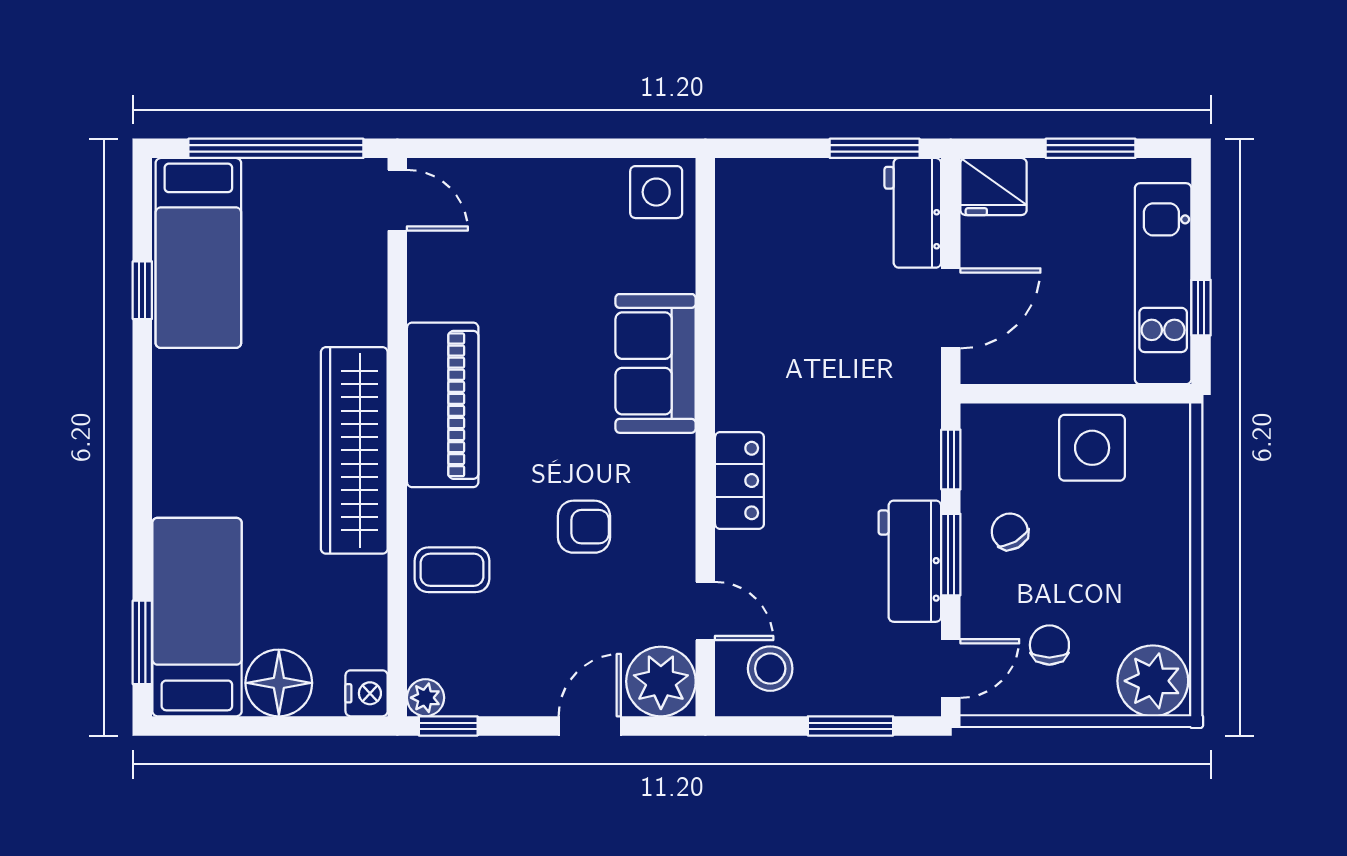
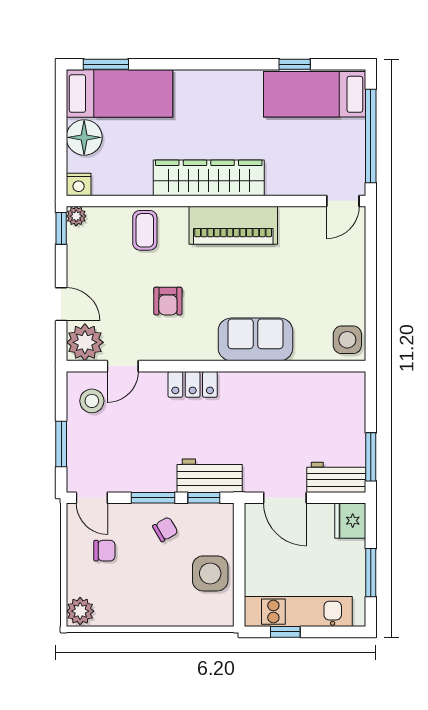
workbench: (910, 561) -> (210, 476), moved
plant: (1153, 681) -> (80, 611), width x0.73, depth x0.73

